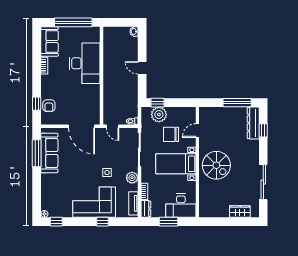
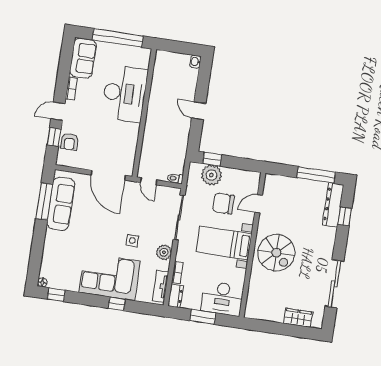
door: (37, 84) -> (58, 111), added

